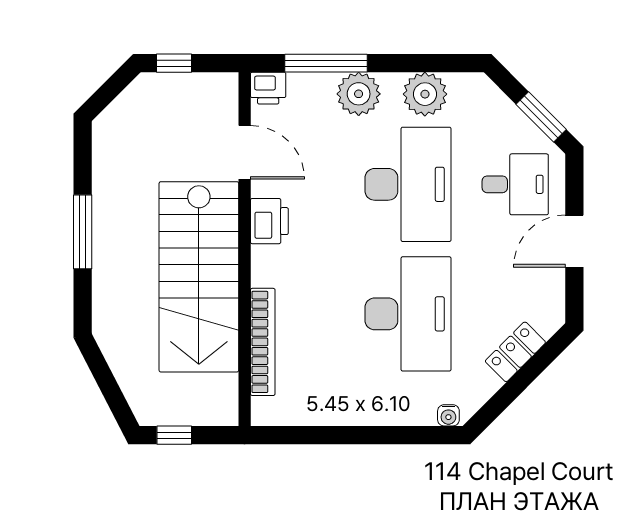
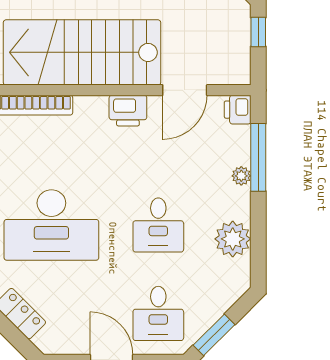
plant: (359, 94) -> (241, 176), width x0.53, depth x0.53
desk: (408, 184) -> (158, 225), width x0.53, depth x0.77

